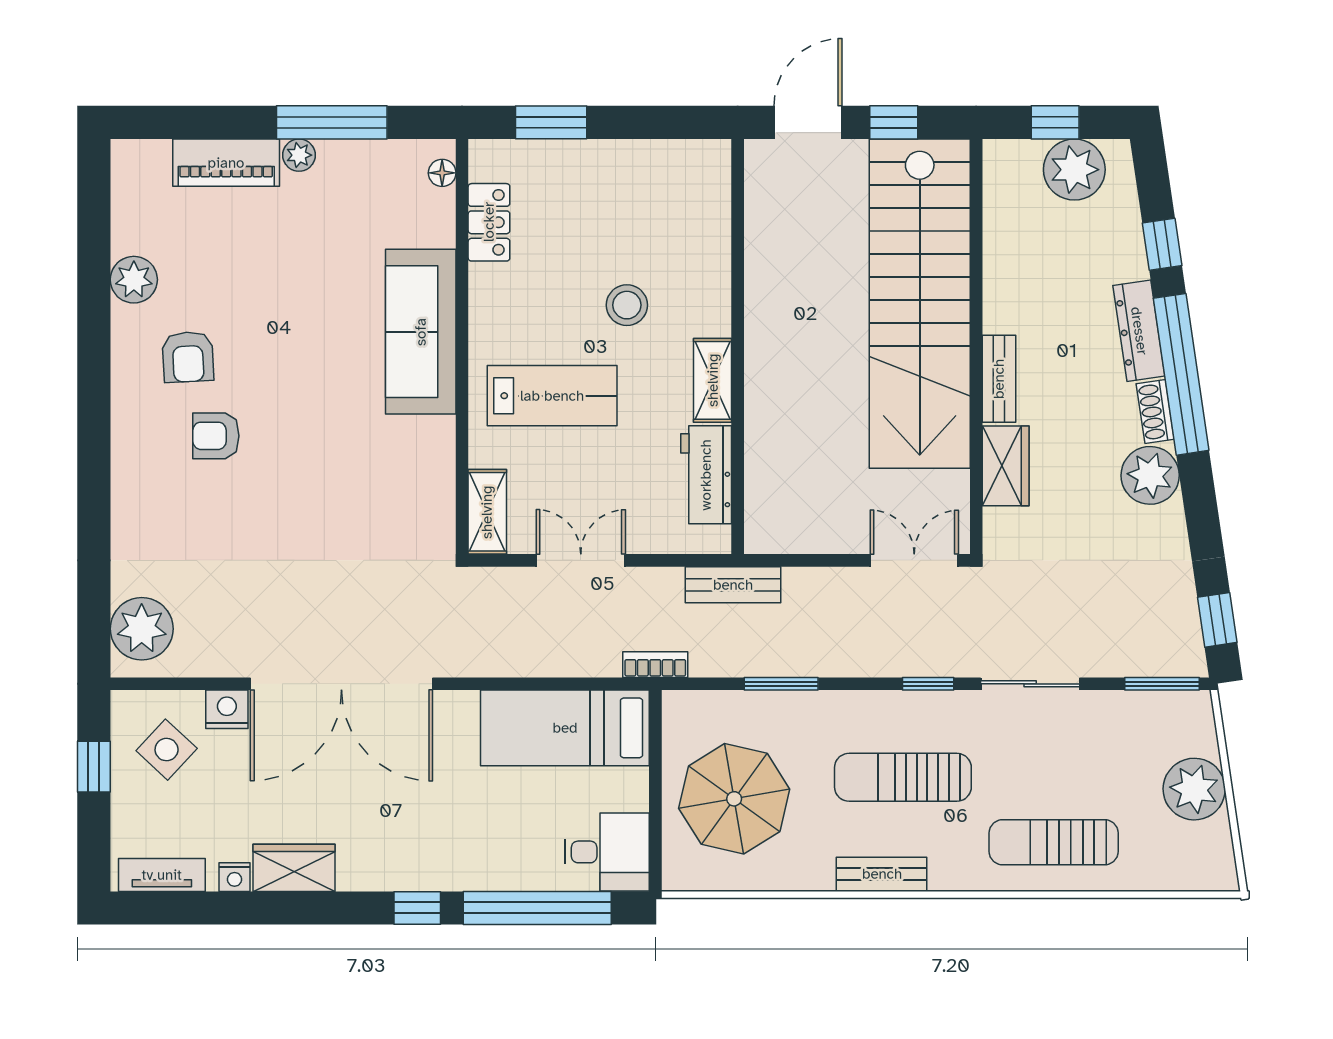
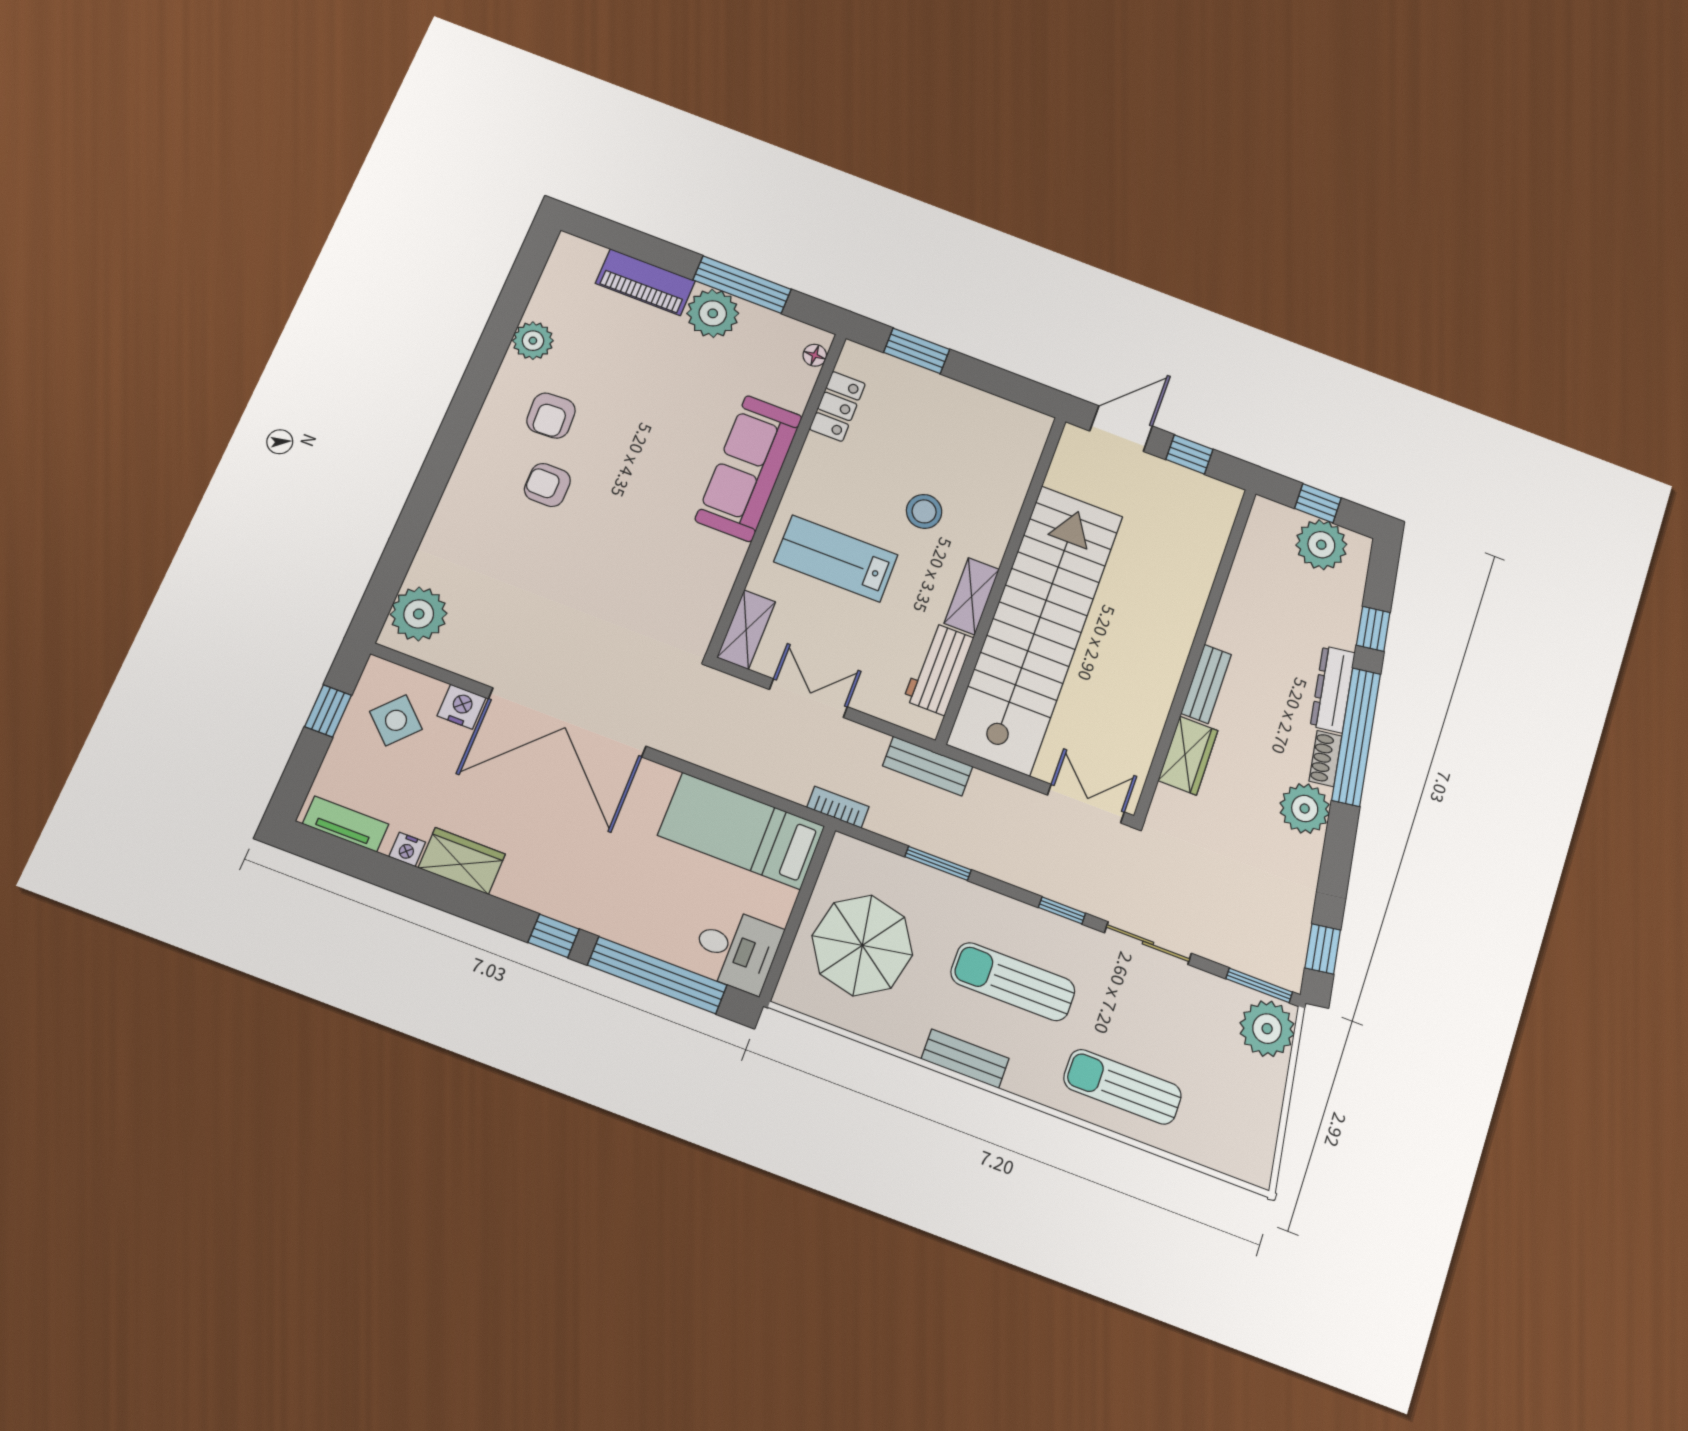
plant: (299, 155) -> (713, 313), width x1.87, depth x1.87
stairs: (920, 304) -> (1036, 629), moved, turned 180
lab bench: (552, 396) -> (836, 558), turned 180
plant: (1194, 789) -> (1267, 1029), moved

